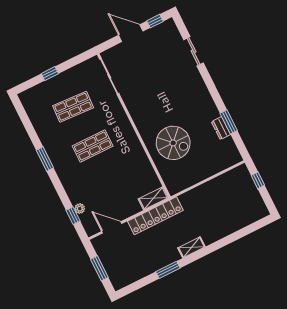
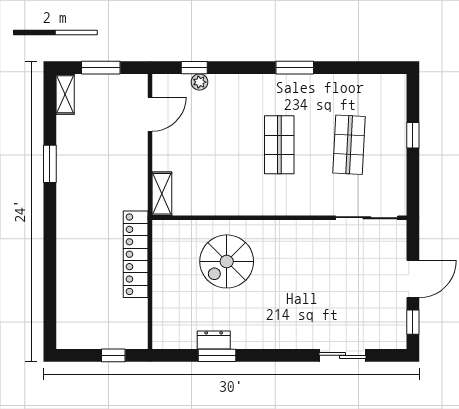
locker: (155, 216) -> (136, 254), moved
shelving: (191, 247) -> (65, 94), moved

